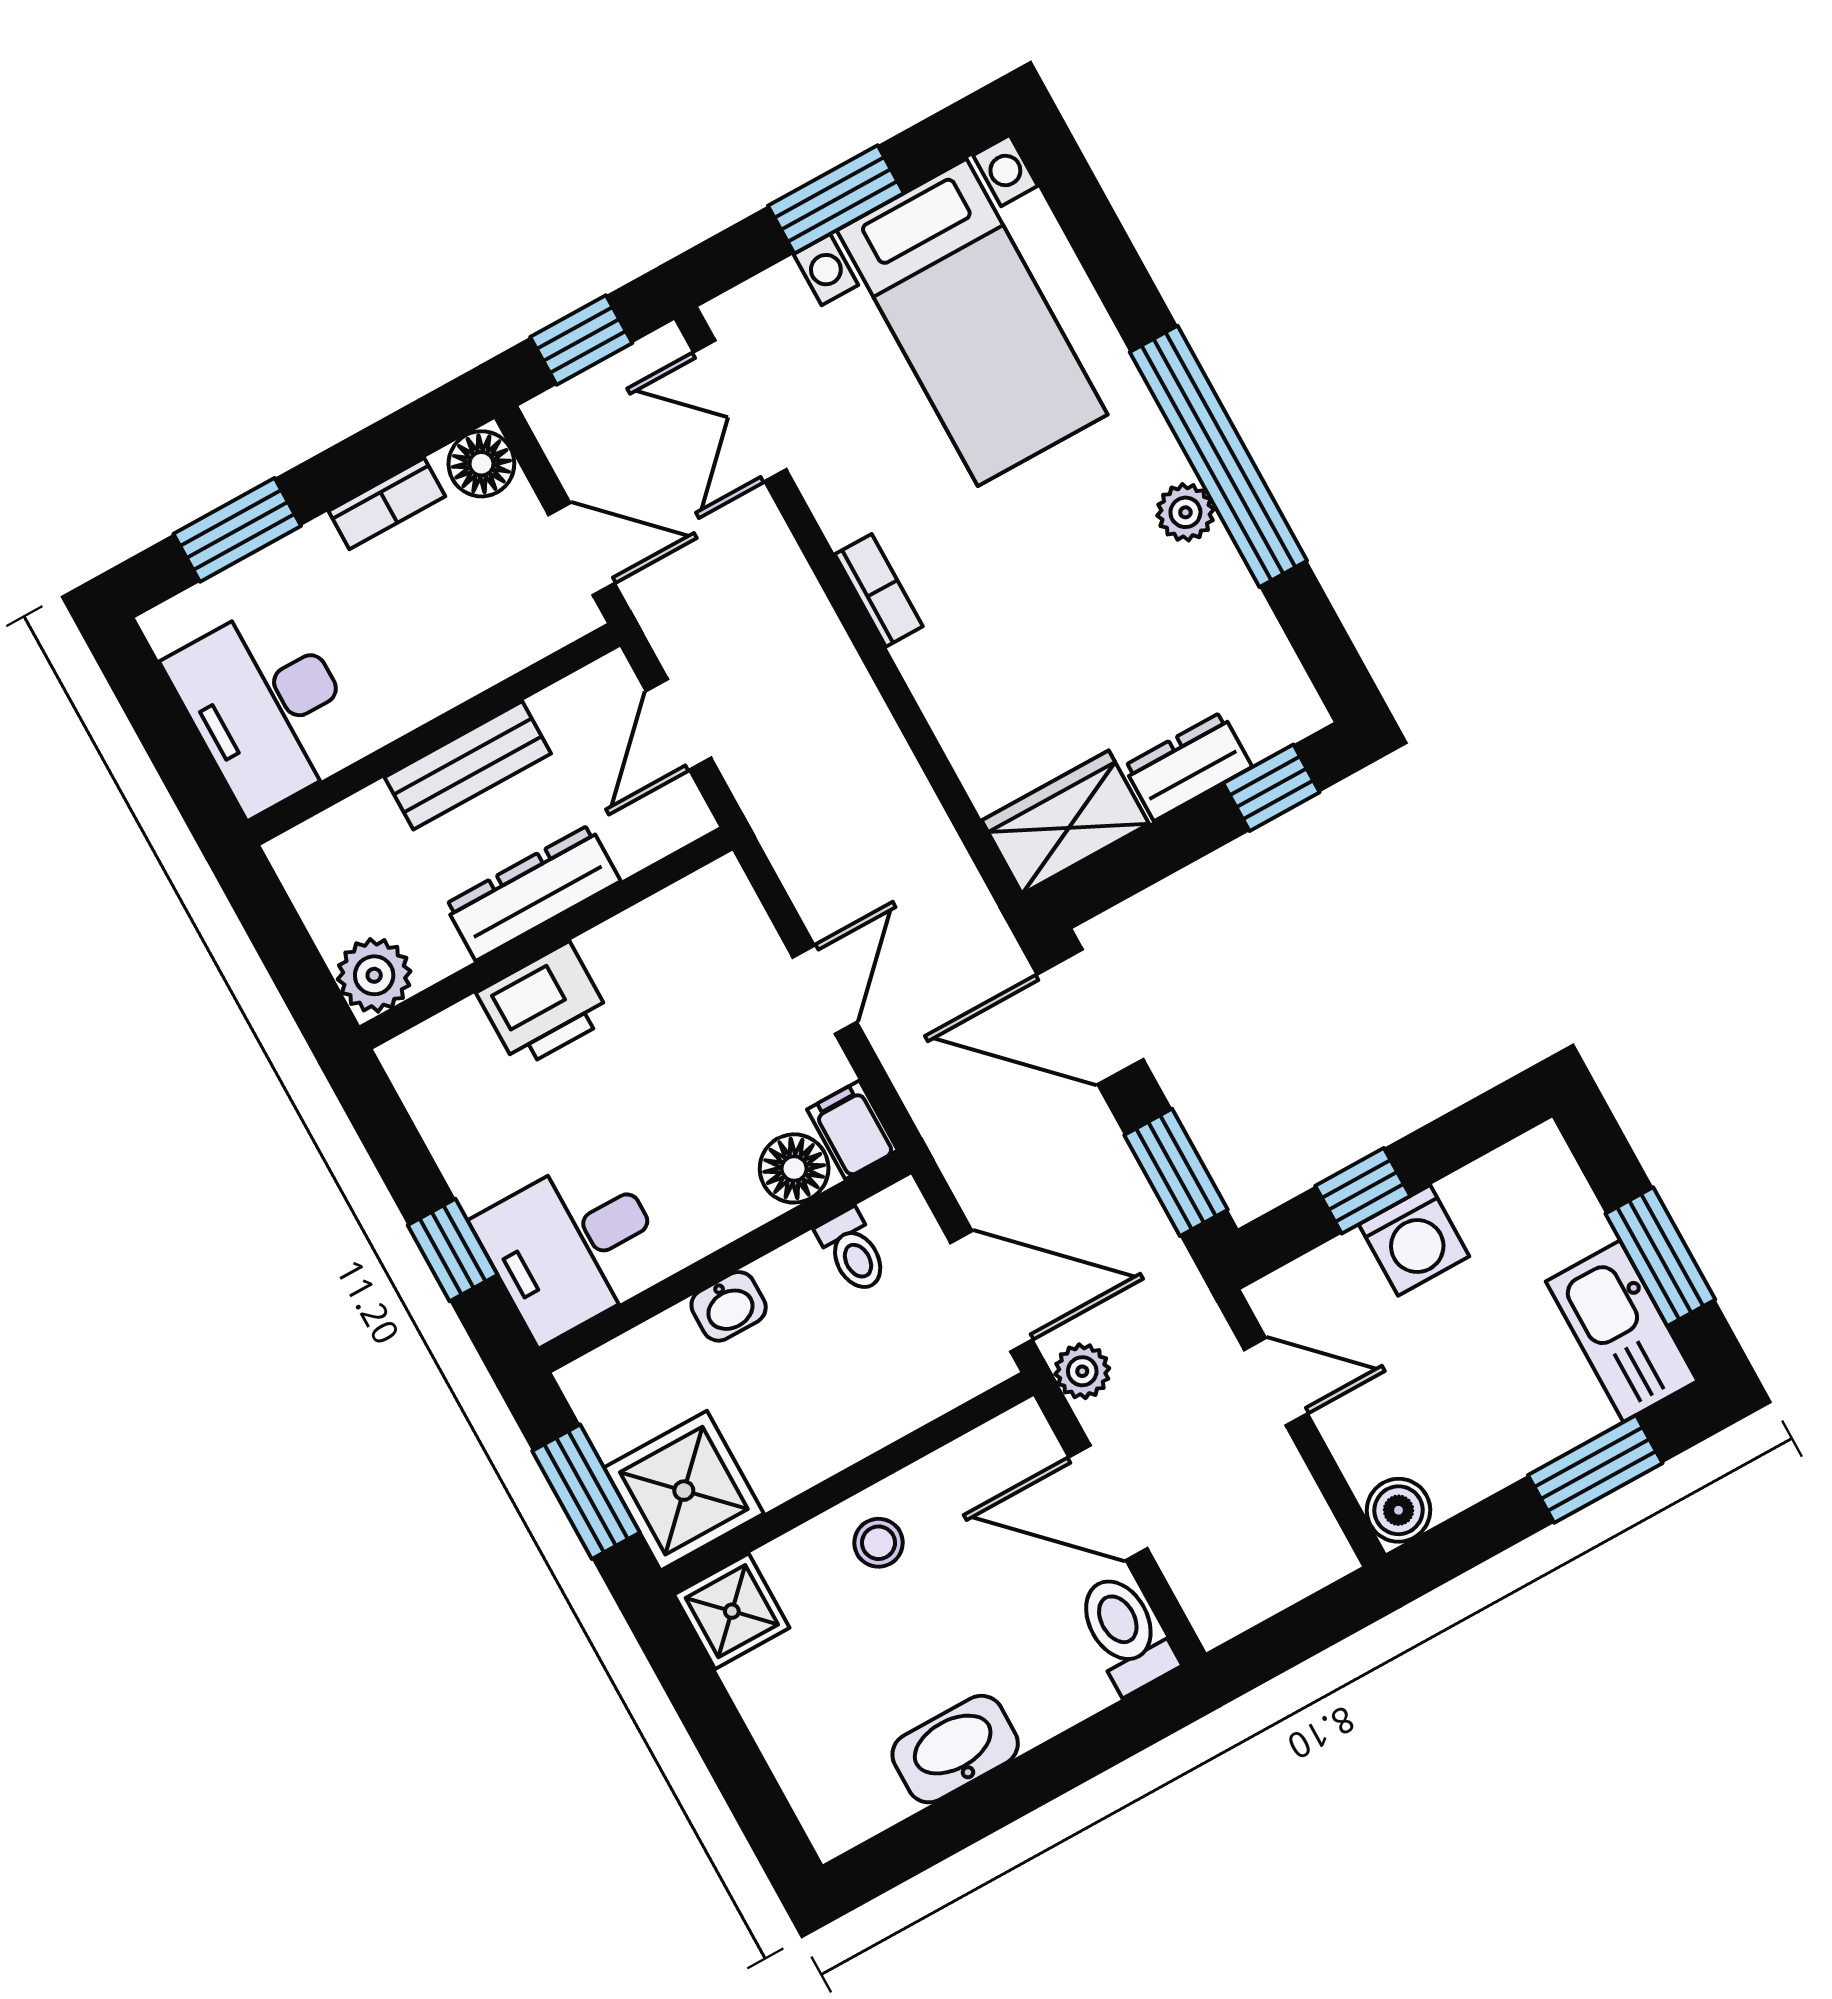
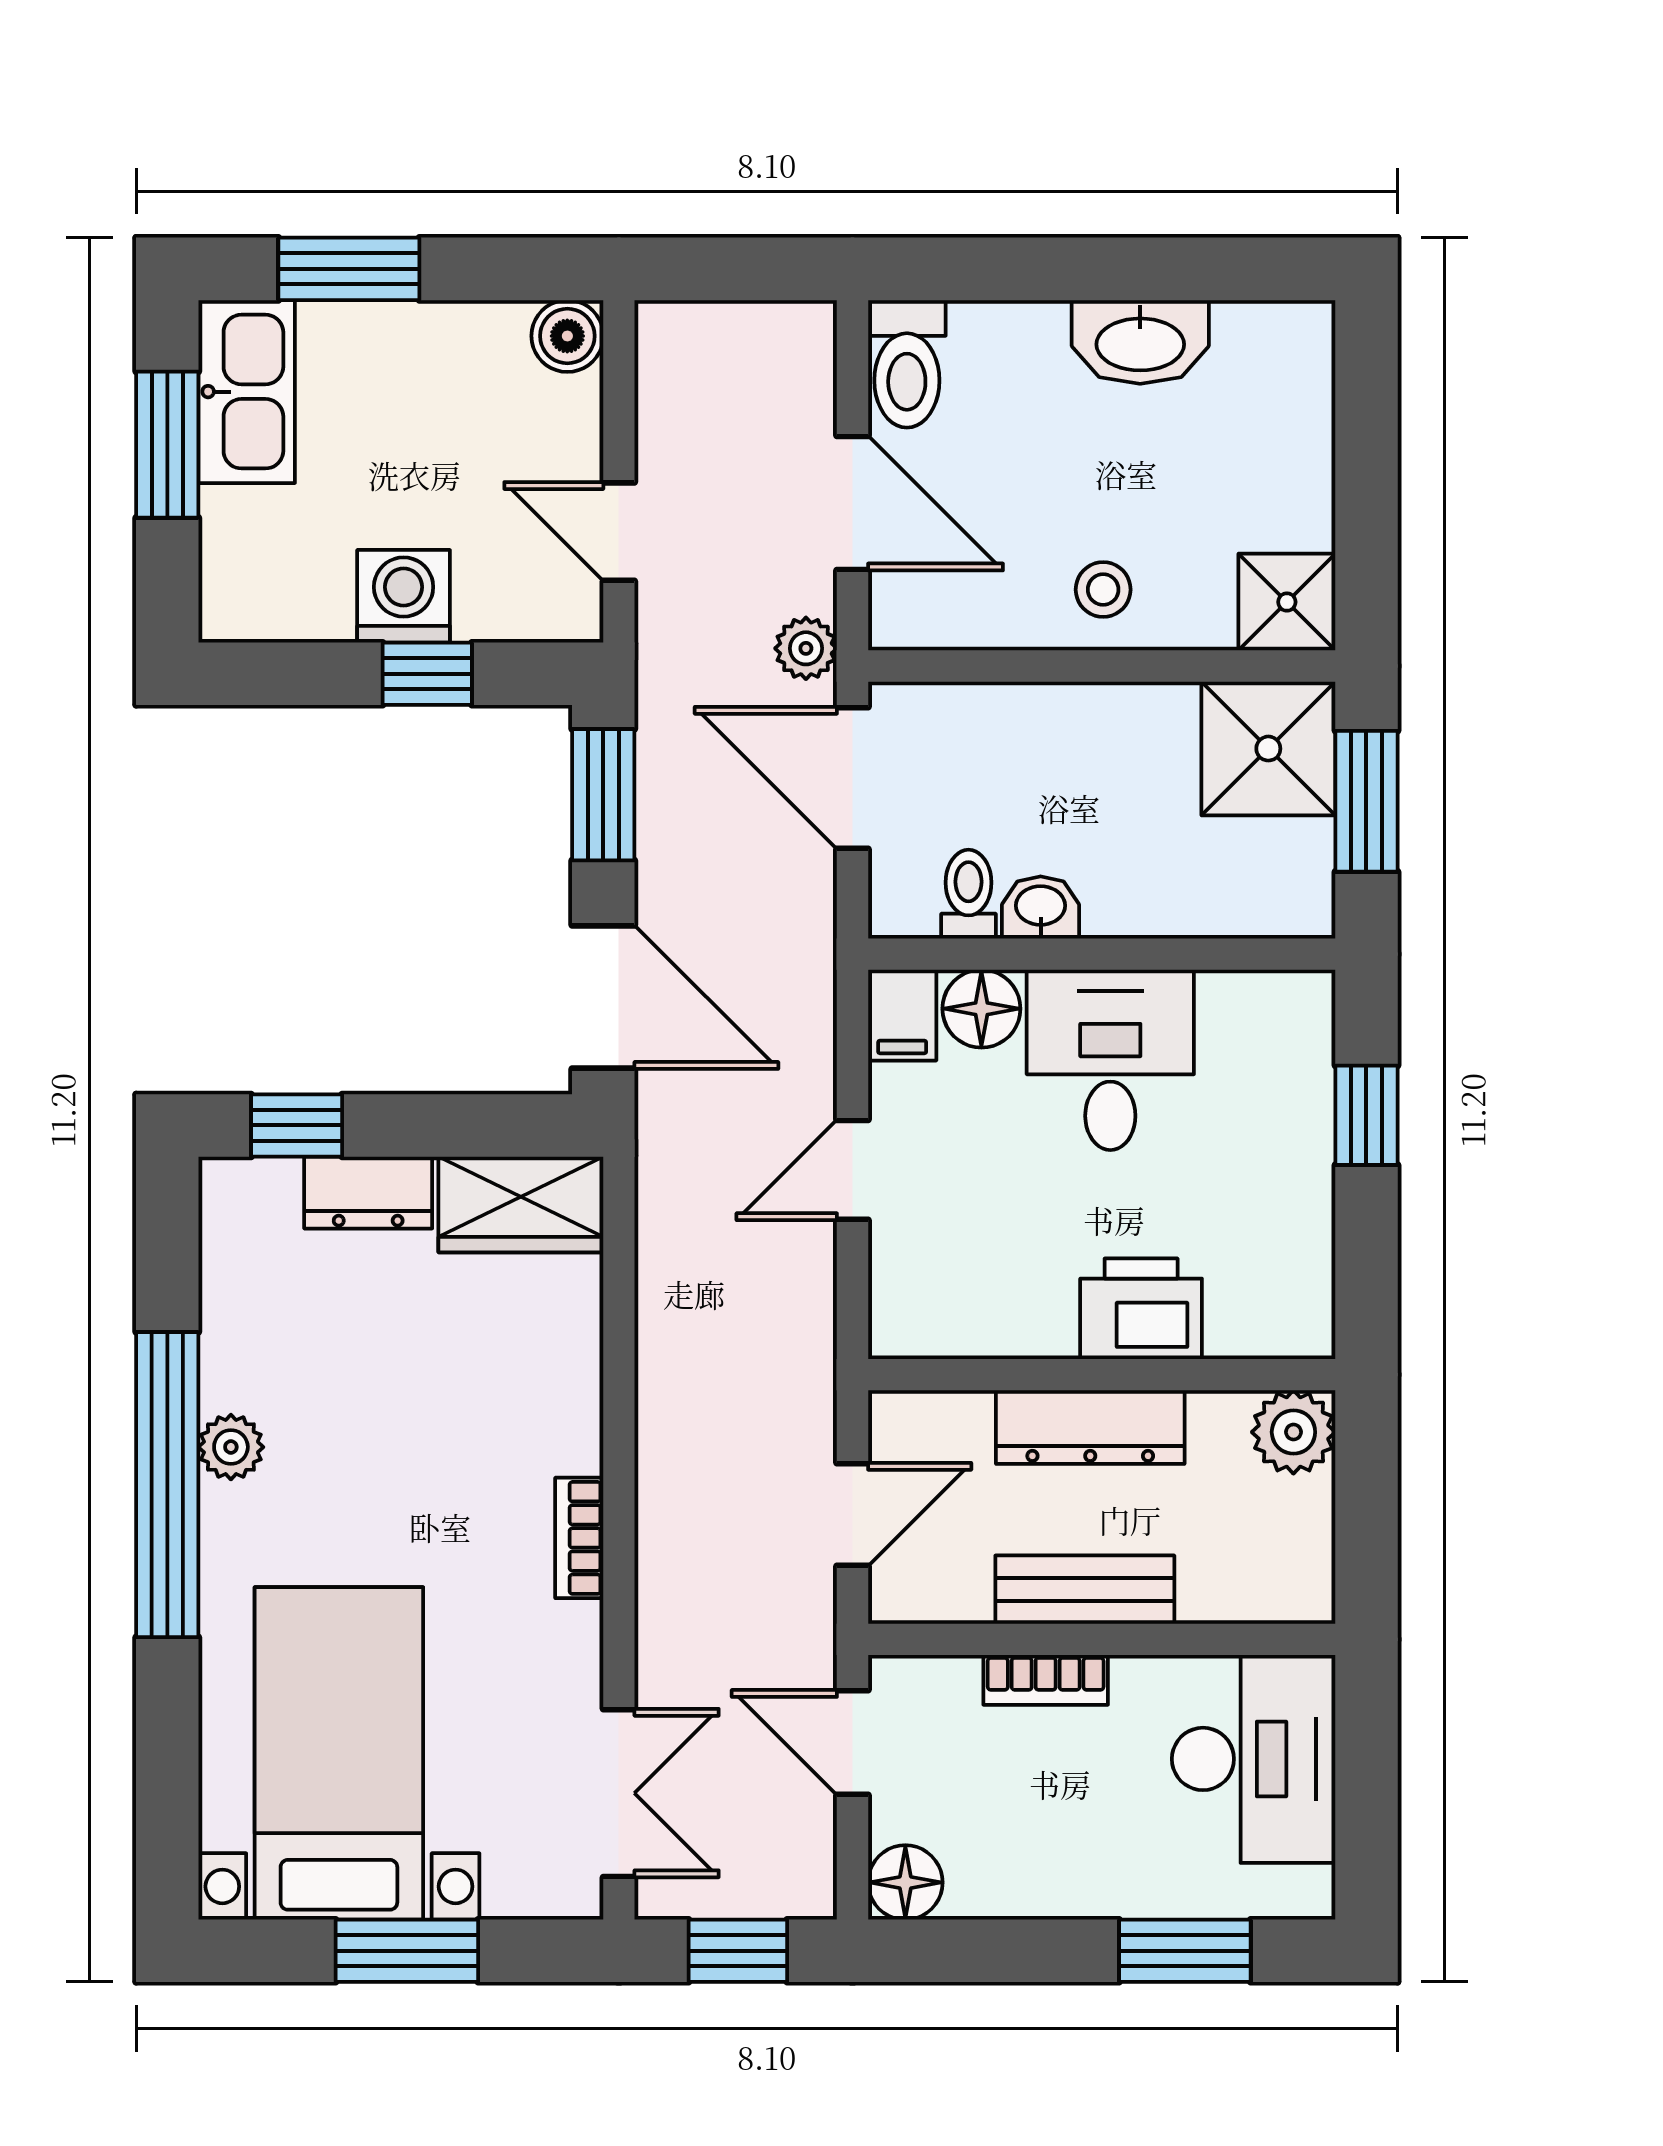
bookcase: (387, 504) -> (1046, 1680), moved, turned 180
desk: (572, 1246) -> (1110, 1060), moved, turned -90
washbasin: (729, 1306) -> (1041, 907), moved

